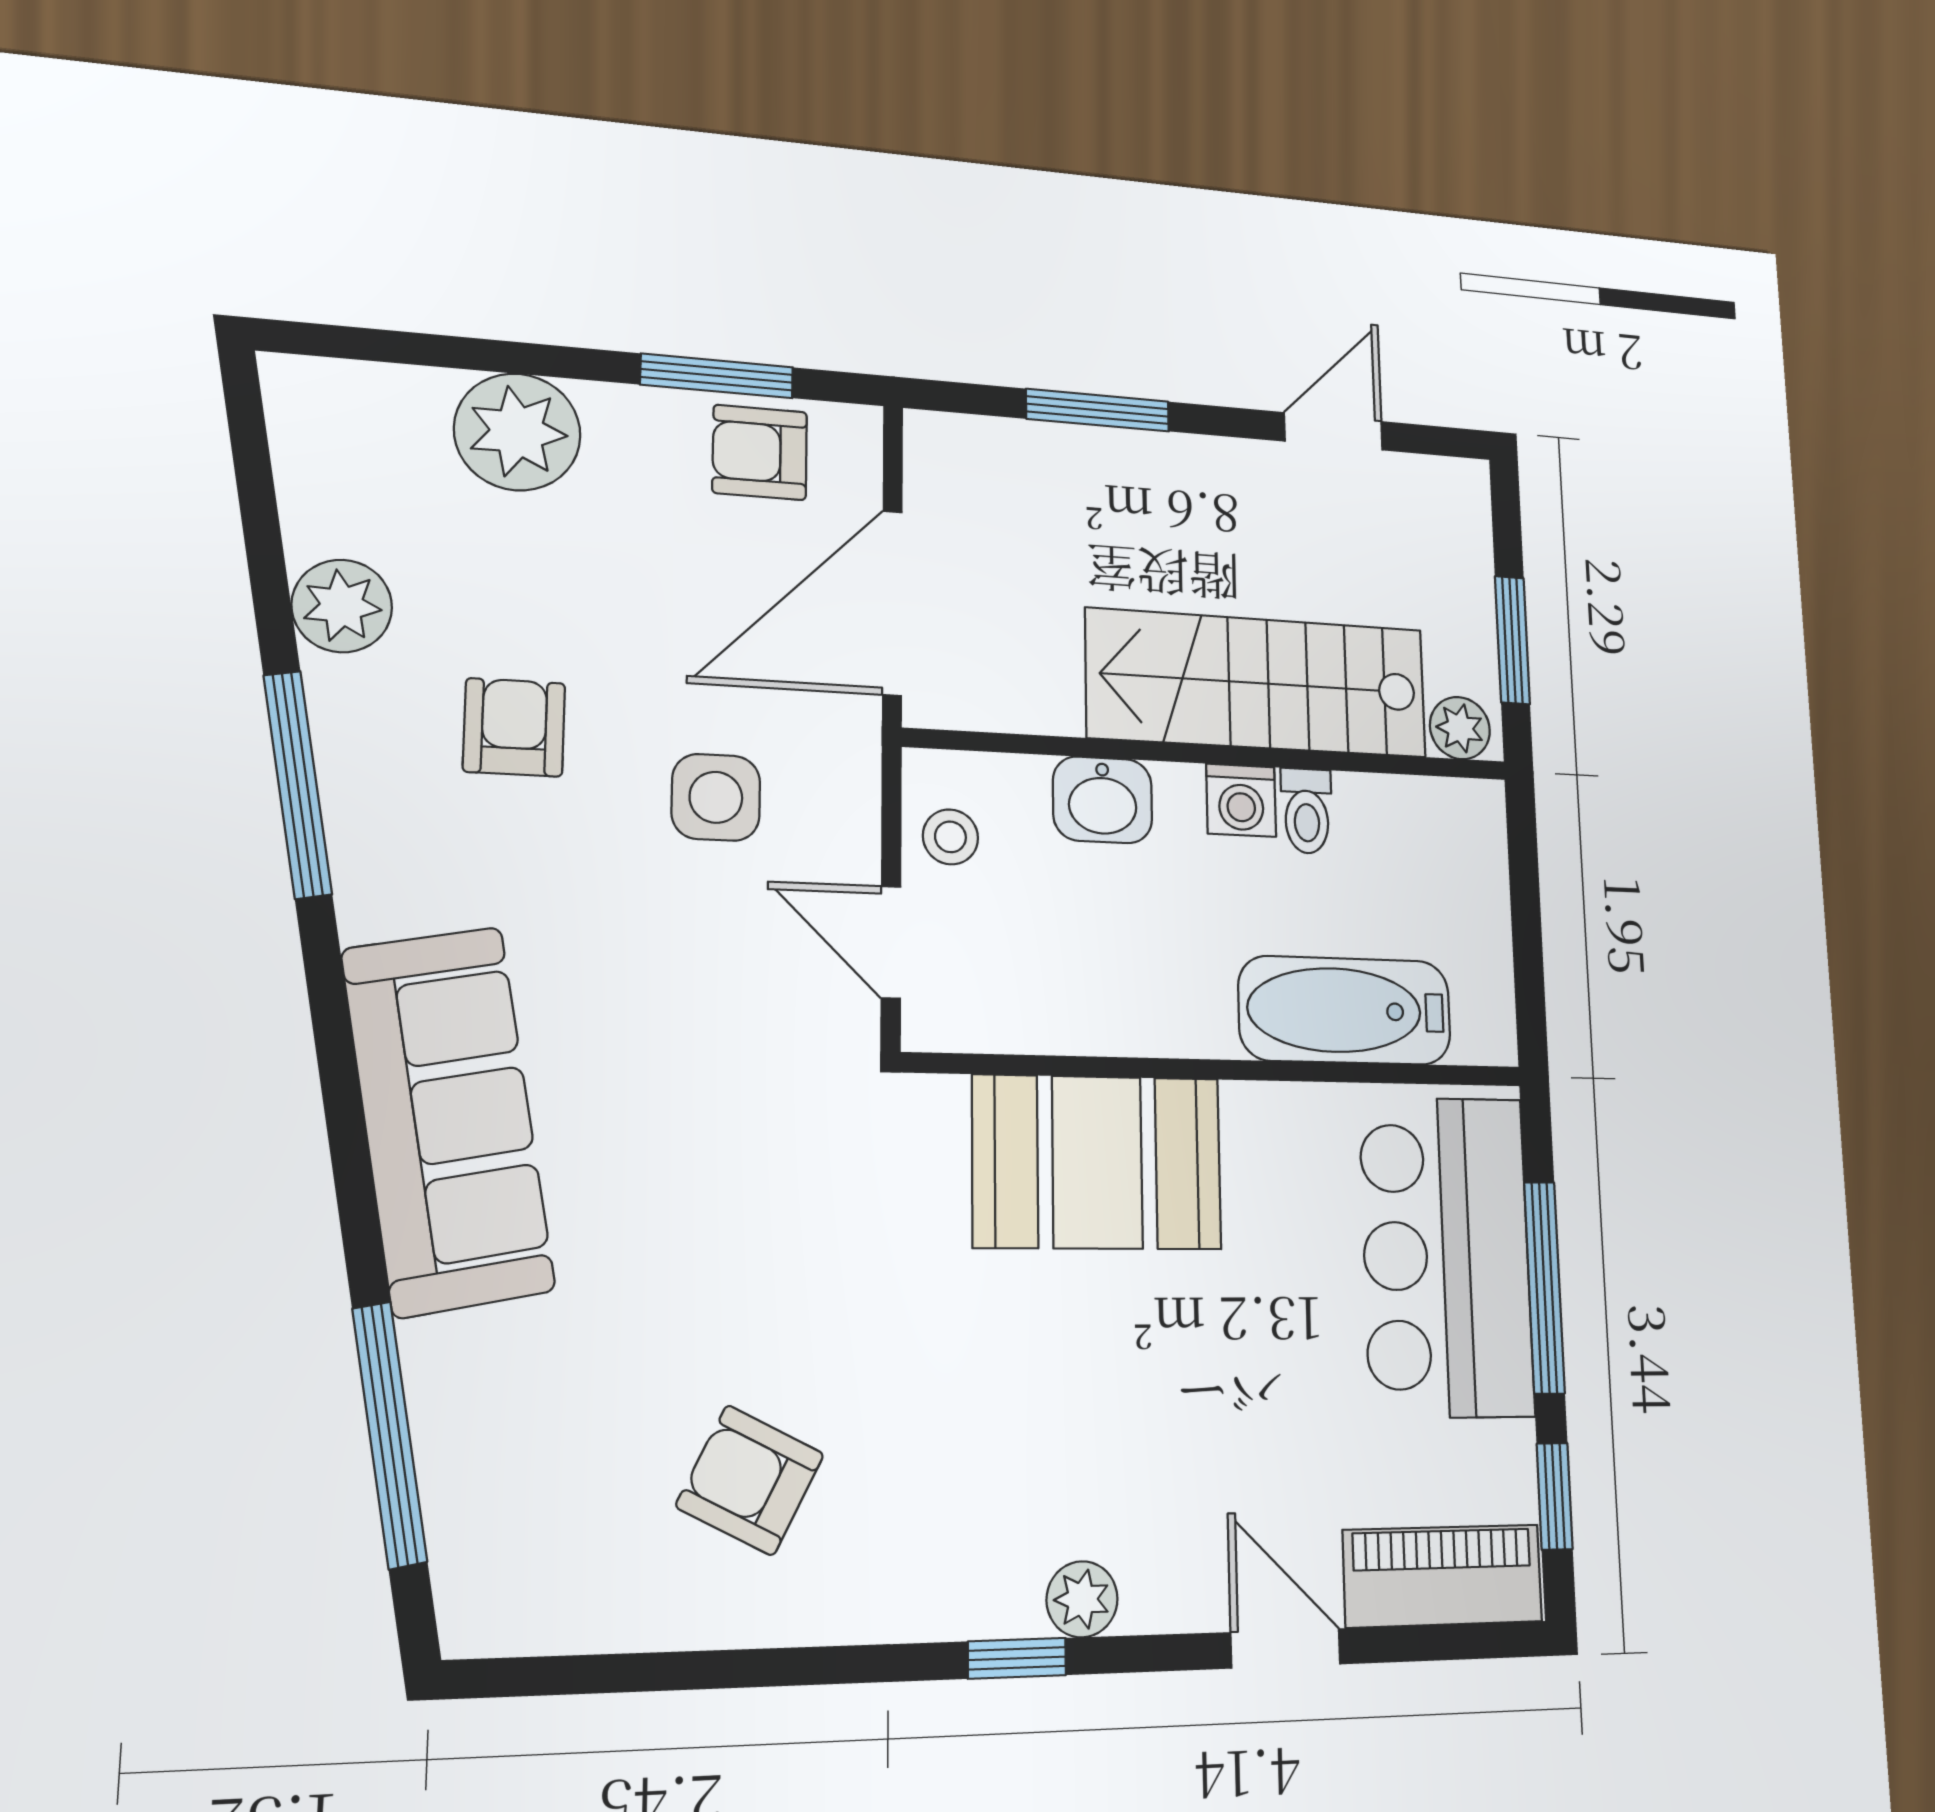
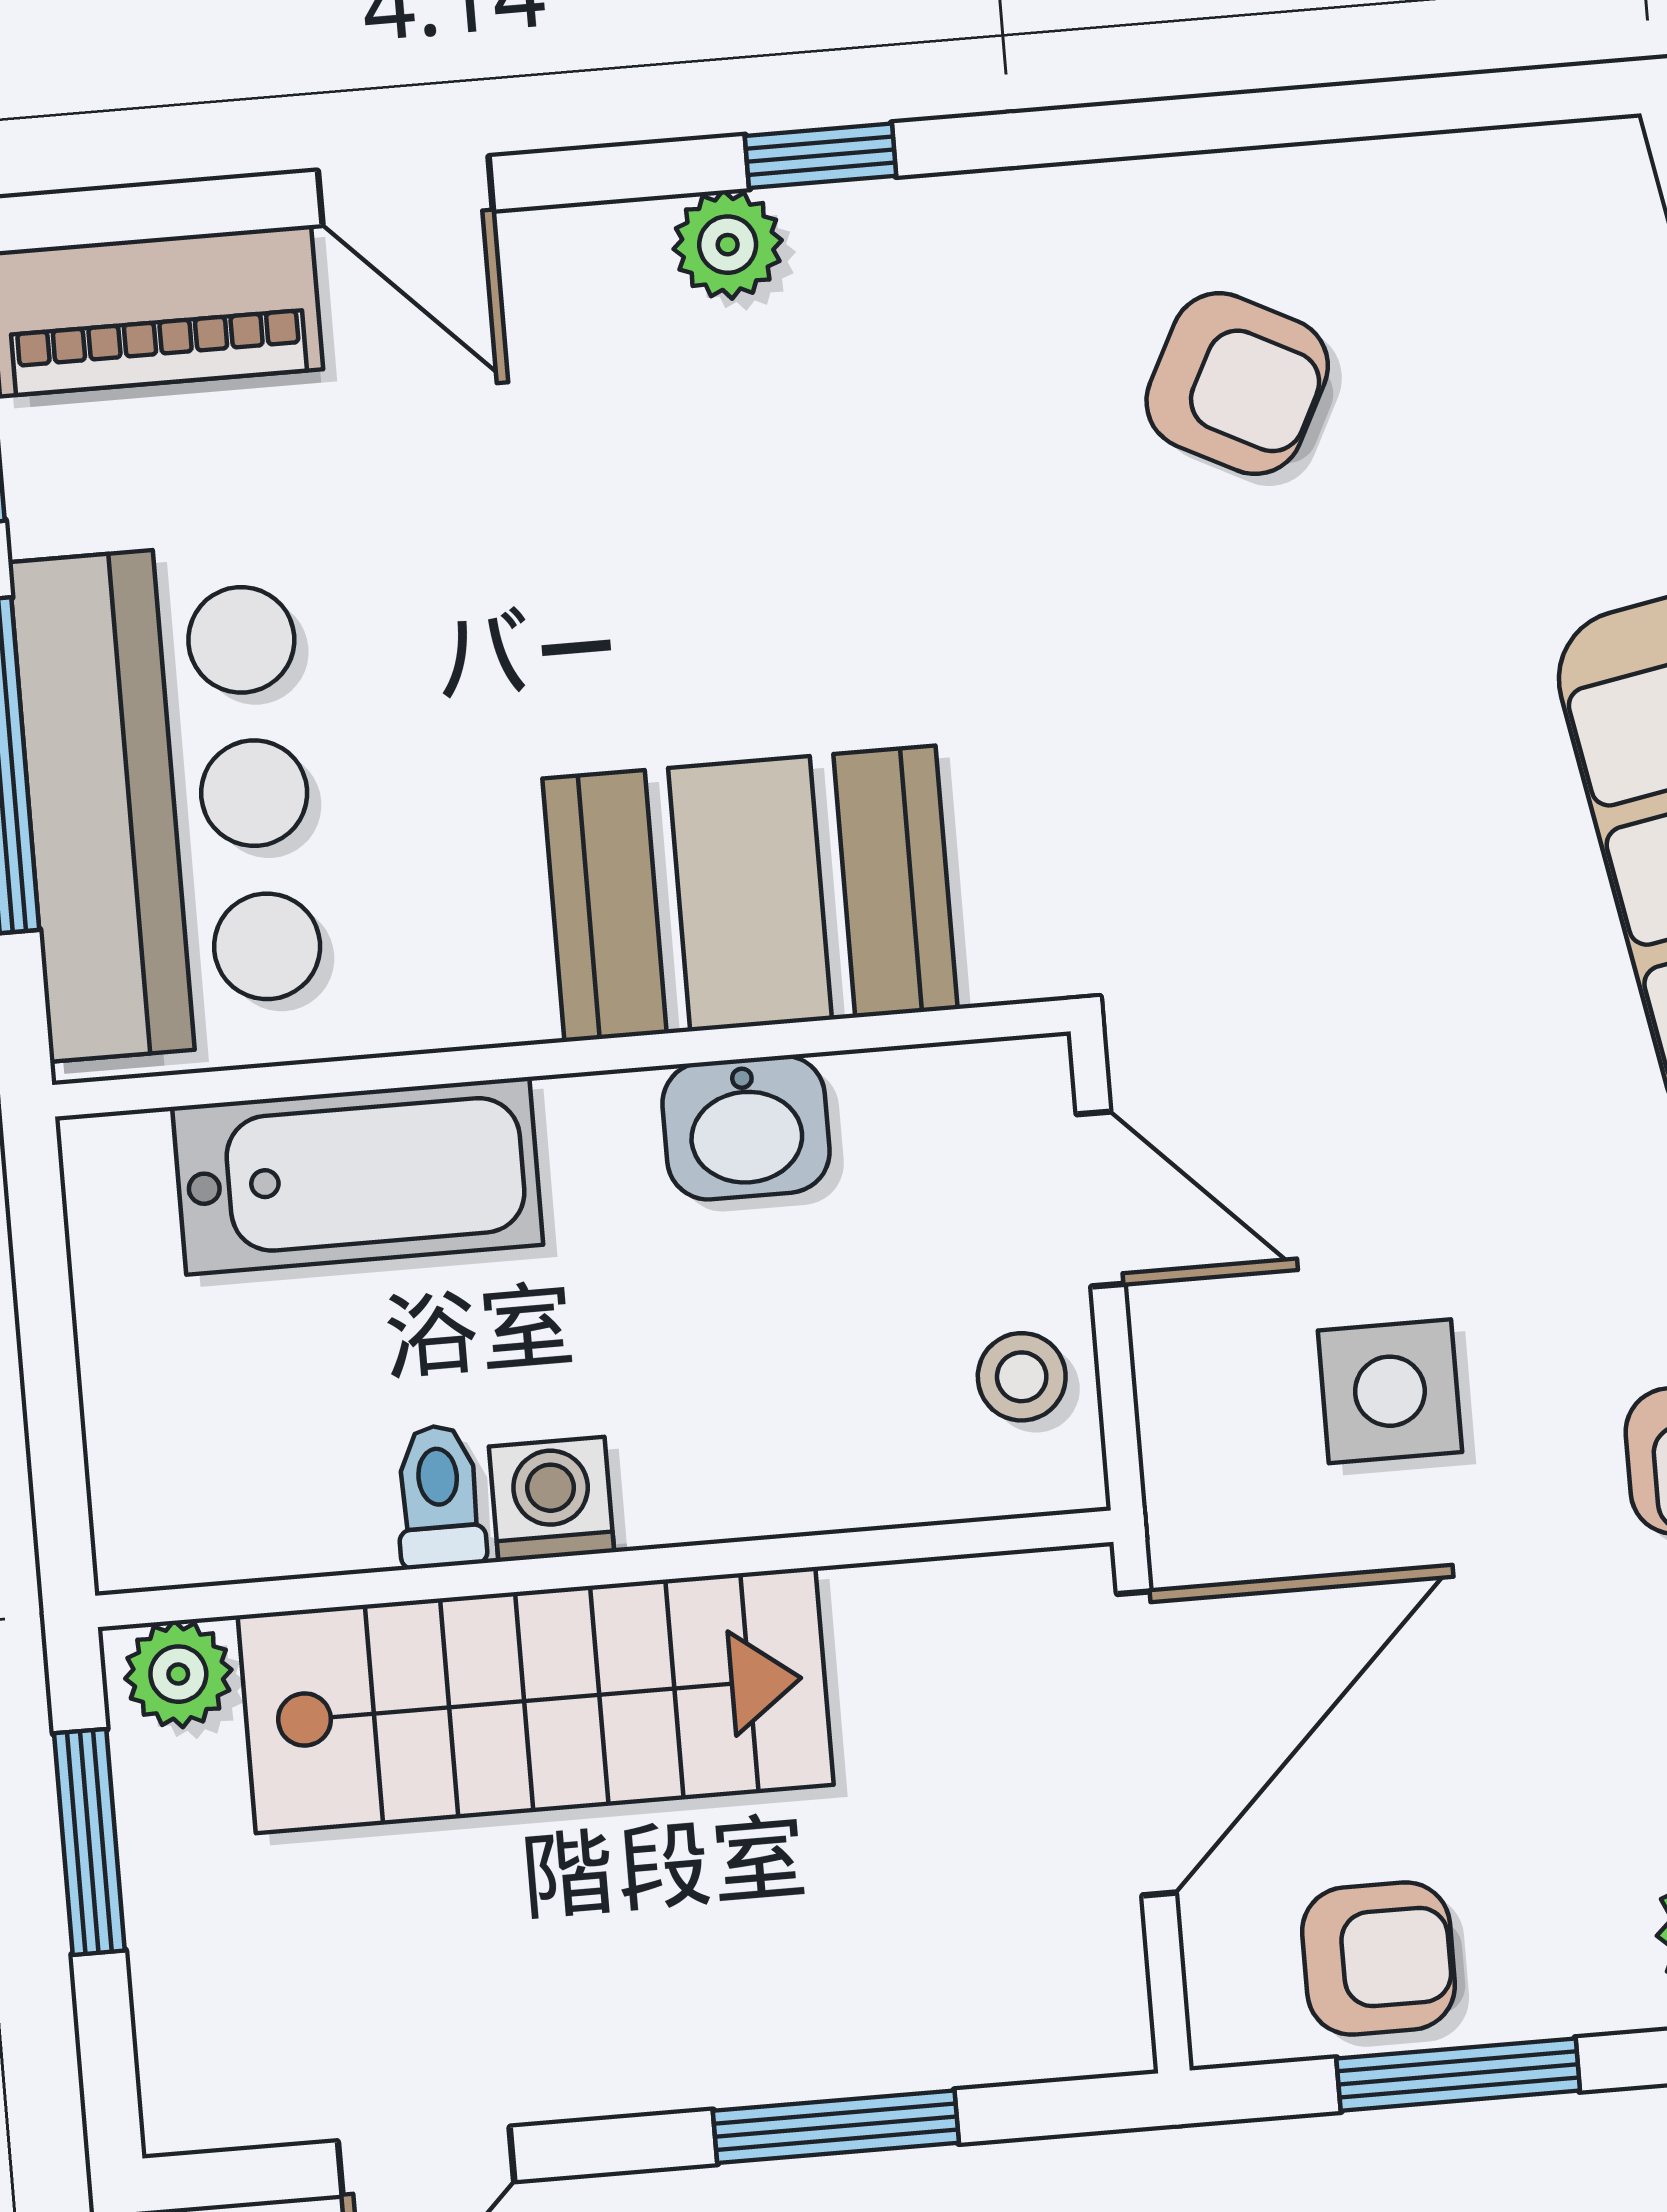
washbasin: (1103, 800) -> (746, 1128), moved, turned 180

